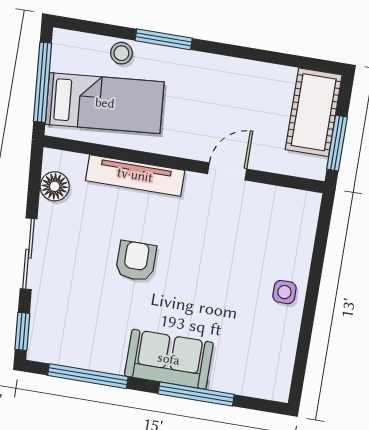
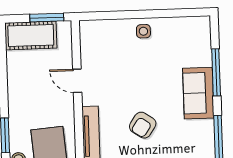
armchair: (136, 261) -> (143, 125), turned -56

